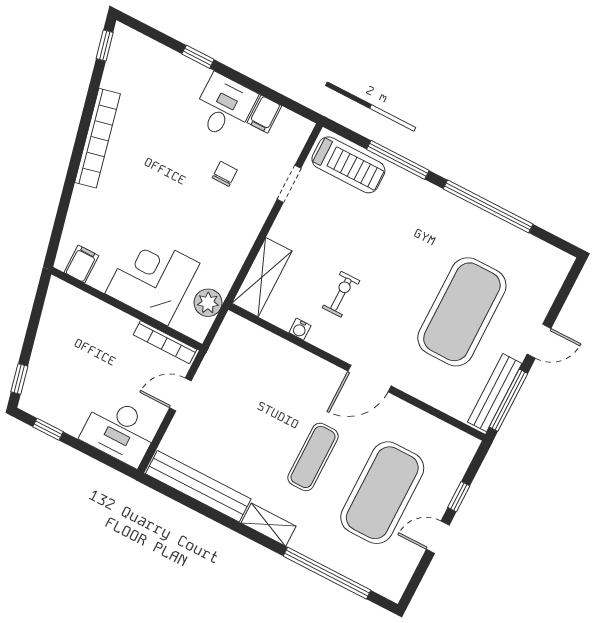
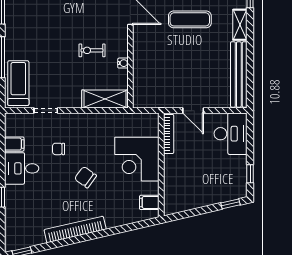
chair: (165, 192) -> (85, 177), added
plant: (208, 303) -> (135, 121), removed

